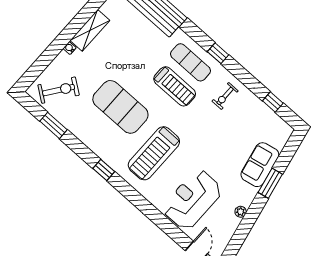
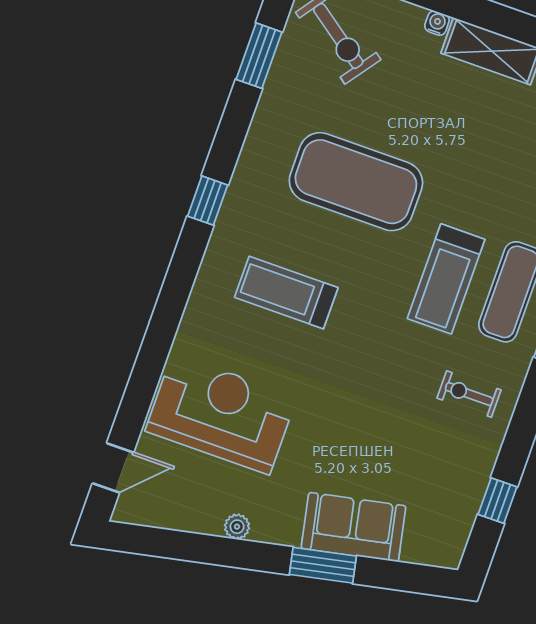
exercise mat: (120, 107) -> (356, 182), turned 90
treadmill: (154, 153) -> (286, 293), width x0.73, depth x0.73

